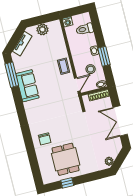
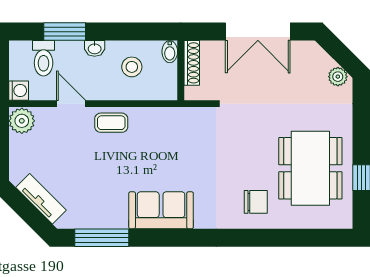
plant: (42, 30) -> (22, 121), moved
window: (104, 56) -> (65, 32), moved
door: (77, 84) -> (71, 104), moved
sofa: (27, 86) -> (161, 210), moved
dining table: (66, 159) -> (310, 168), width x1.38

